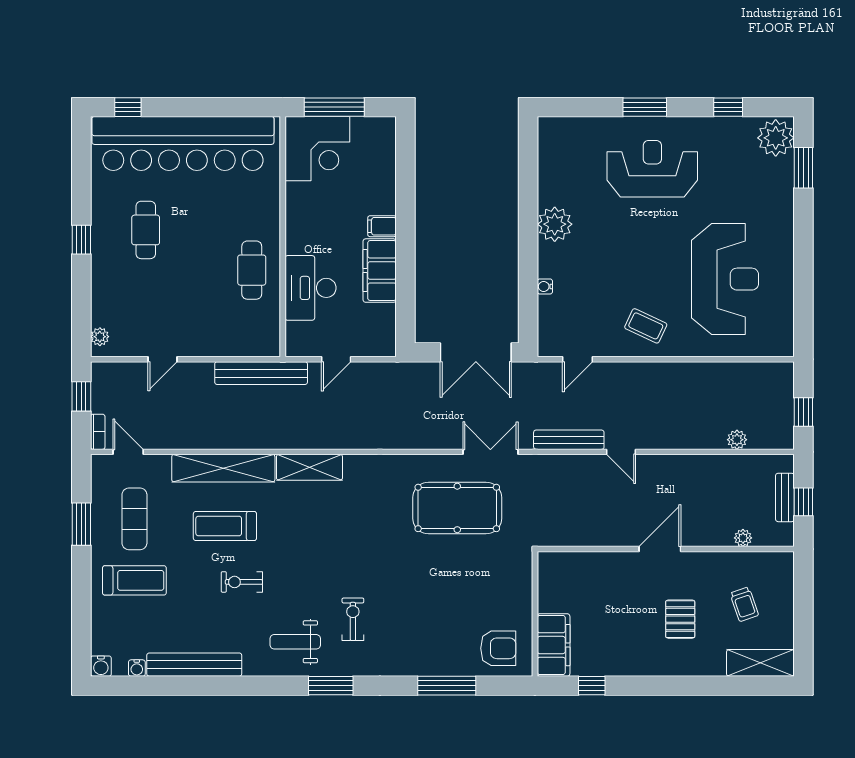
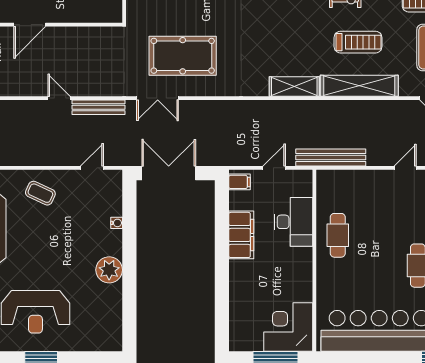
filing cabinet: (382, 226) -> (240, 182), moved

